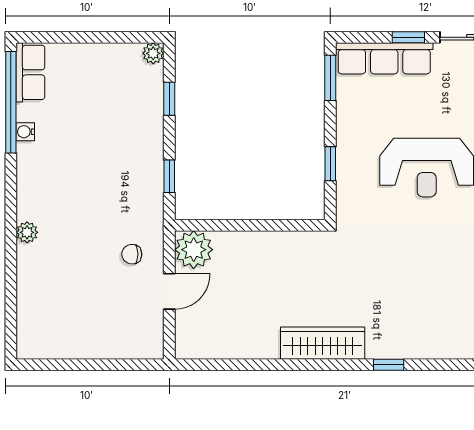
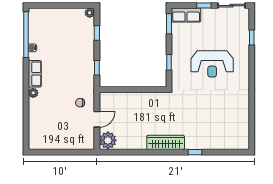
row of seats: (384, 58) -> (186, 15), width x0.68
row of seats: (30, 72) -> (35, 74), moved
plant: (194, 250) -> (108, 140), moved

